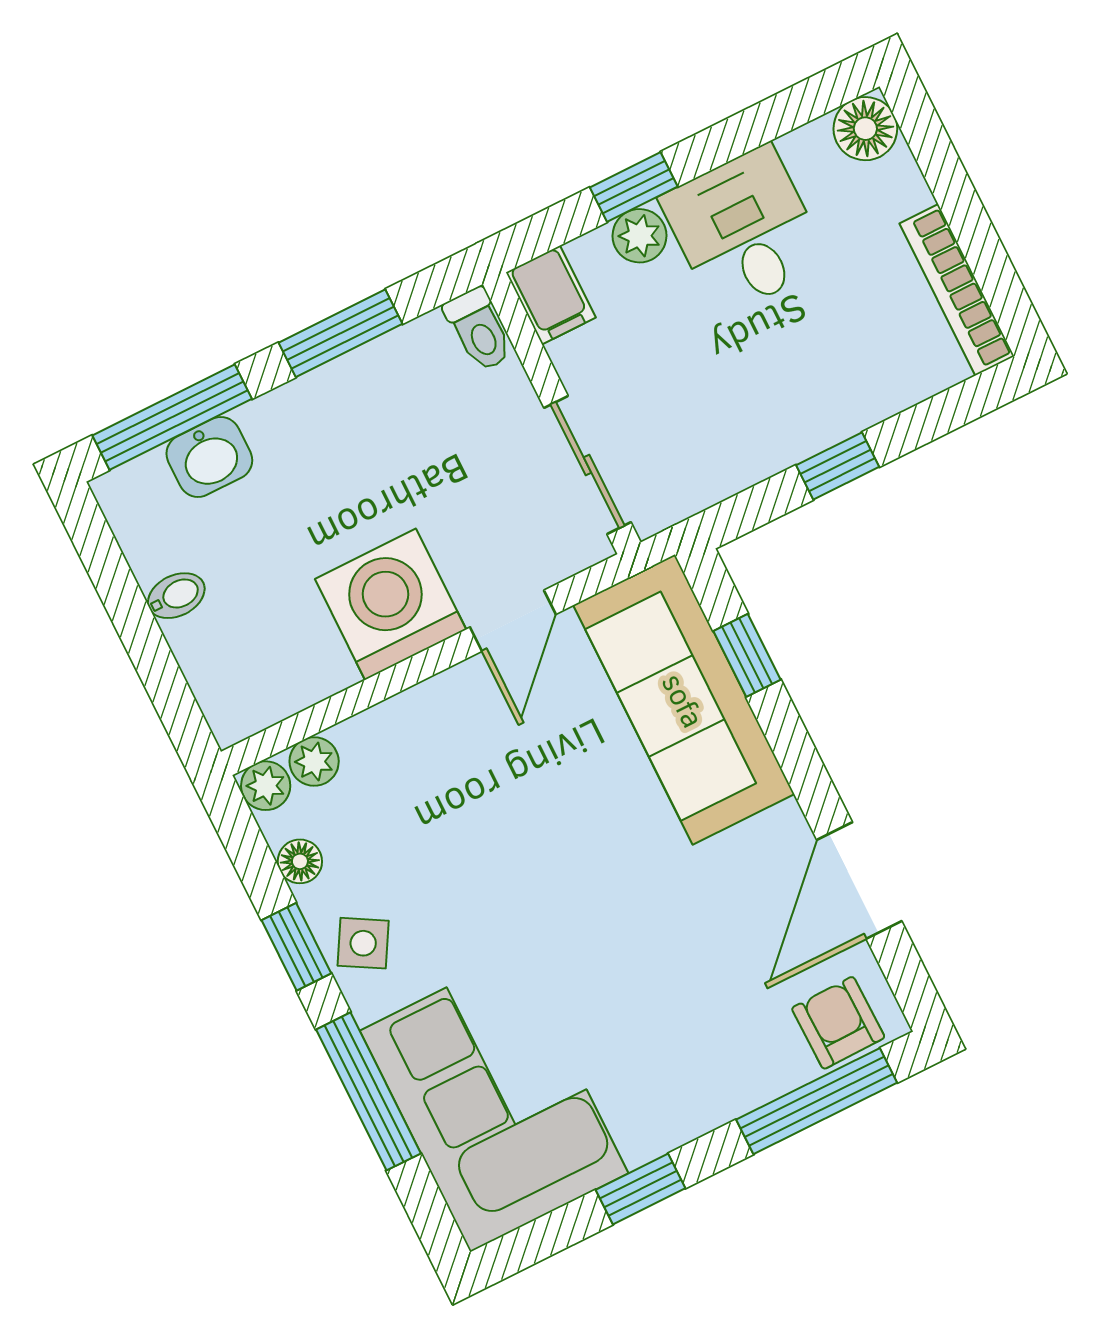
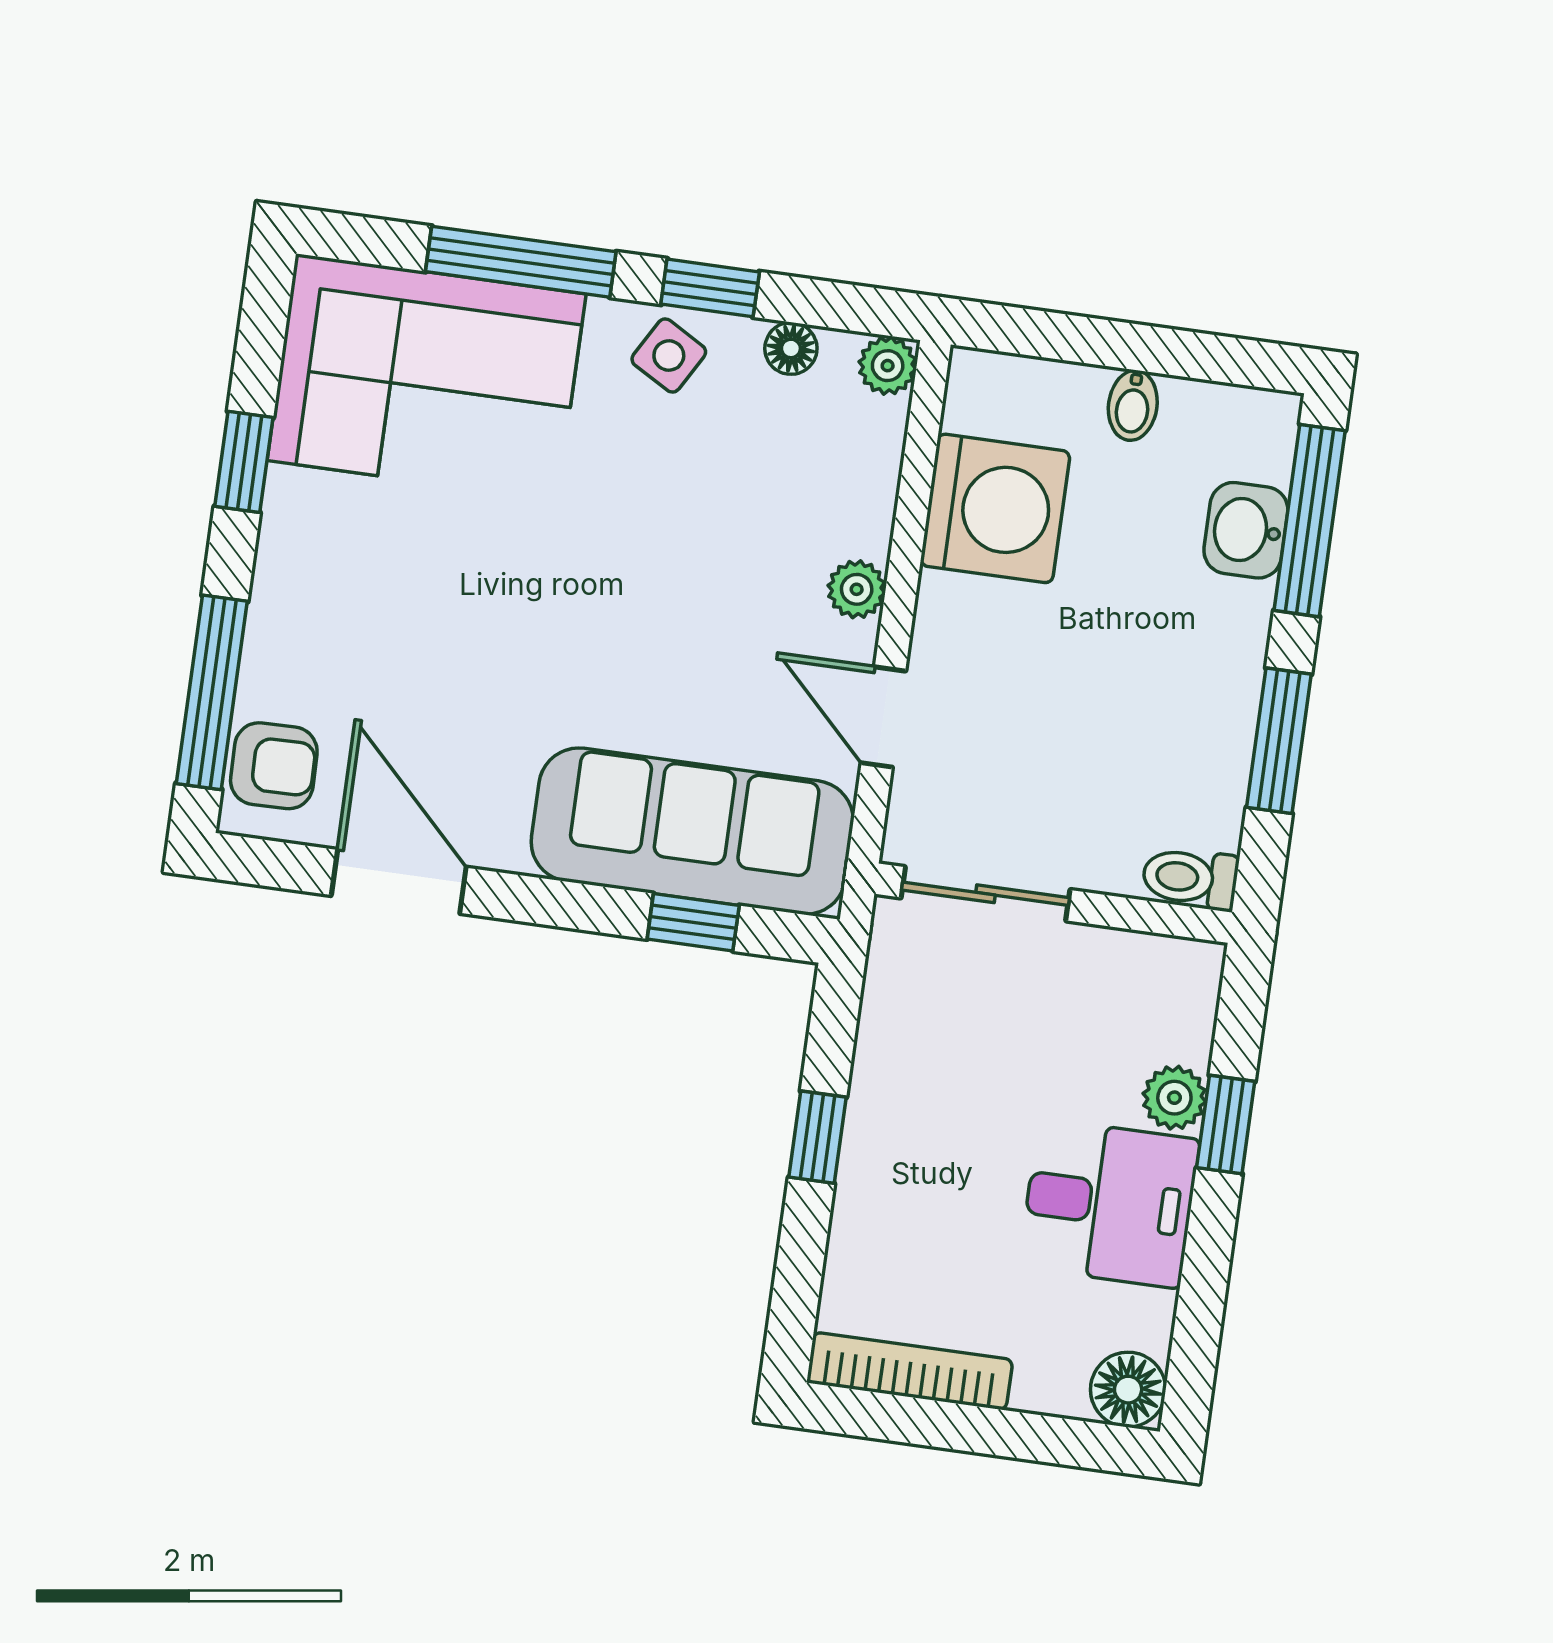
filing cabinet: (551, 295) -> (1176, 972), removed
washing machine: (391, 604) -> (995, 508), moved
plant: (314, 762) -> (857, 589), moved

